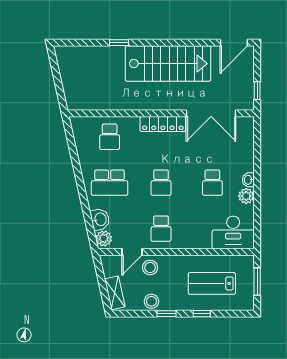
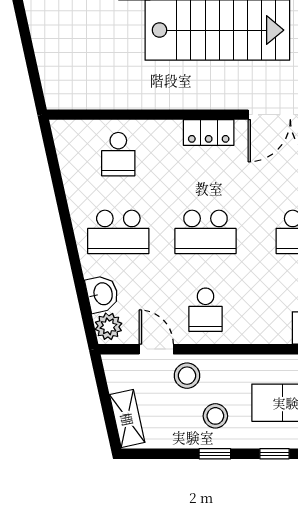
locker: (163, 124) -> (209, 133), width x0.66
school desk: (161, 183) -> (206, 232), width x1.85
door: (132, 252) -> (156, 349), swing flipped
stool: (151, 301) -> (215, 416), moved

